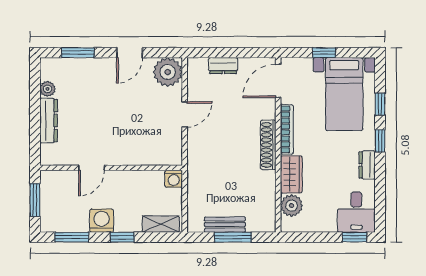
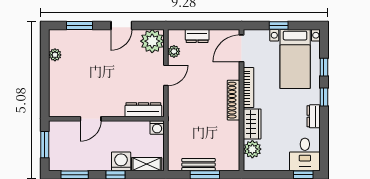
plant: (194, 85) -> (174, 51), added
dresser: (49, 121) -> (143, 110), moved, turned -90
washing machine: (102, 221) -> (121, 161), moved

